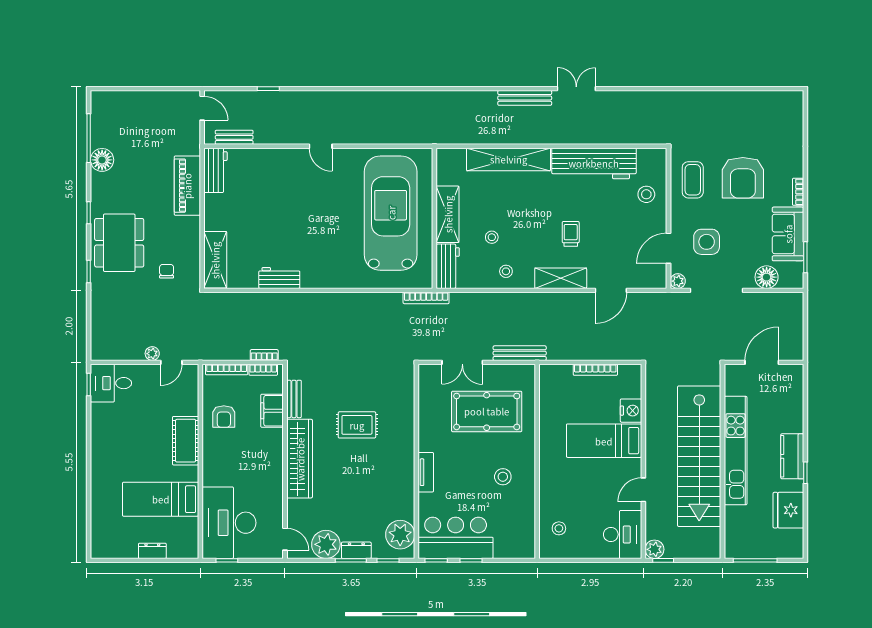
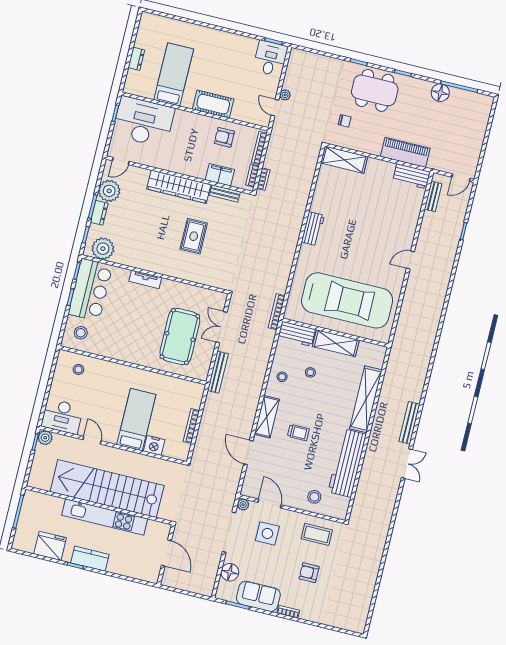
armchair: (743, 178) -> (309, 573), width x0.53, depth x0.53
workbench: (279, 278) -> (313, 229), moved
stool: (503, 477) -> (81, 333), moved

